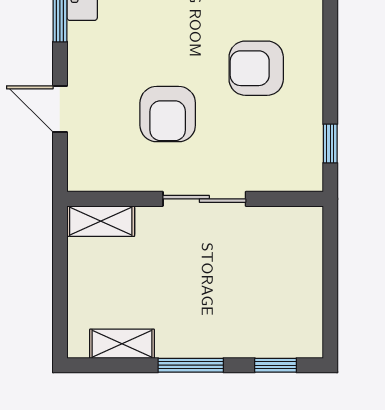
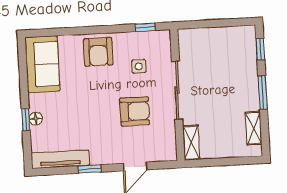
armchair: (256, 68) -> (98, 52), moved
side table: (255, 127) -> (139, 66), added
sliding door: (204, 199) -> (177, 90), width x1.37

